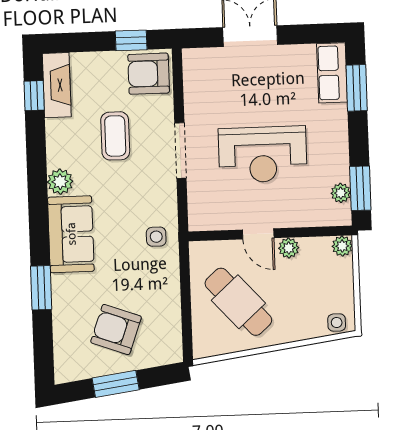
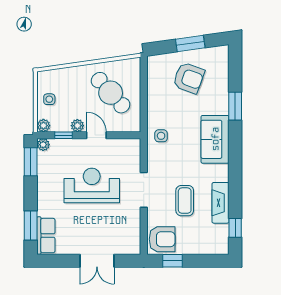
fireplace: (57, 85) -> (221, 203), moved
plant: (60, 182) -> (221, 173), removed
plant: (341, 193) -> (43, 145), moved
window: (310, 232) -> (63, 135), added
side table: (337, 322) -> (49, 99), moved

